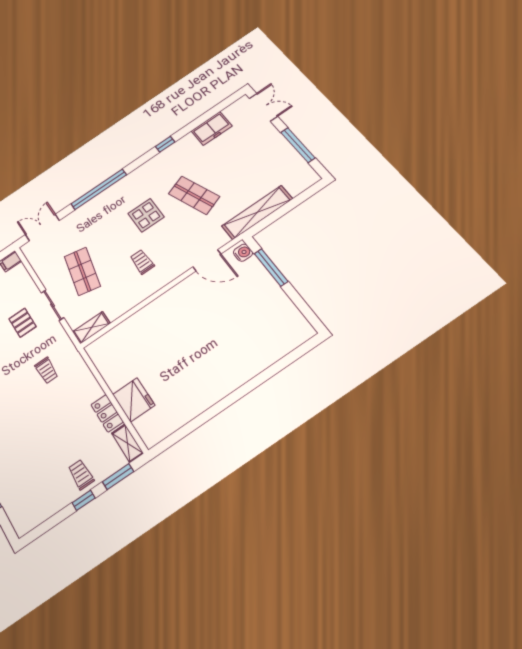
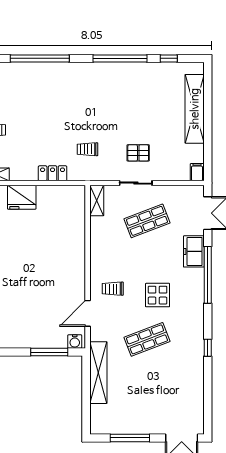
freezer: (212, 128) -> (194, 251), moved
trolley: (142, 262) -> (113, 289), moved, turned 180
shop shelf: (82, 271) -> (147, 221), turned -33
locker: (107, 413) -> (53, 173), moved

